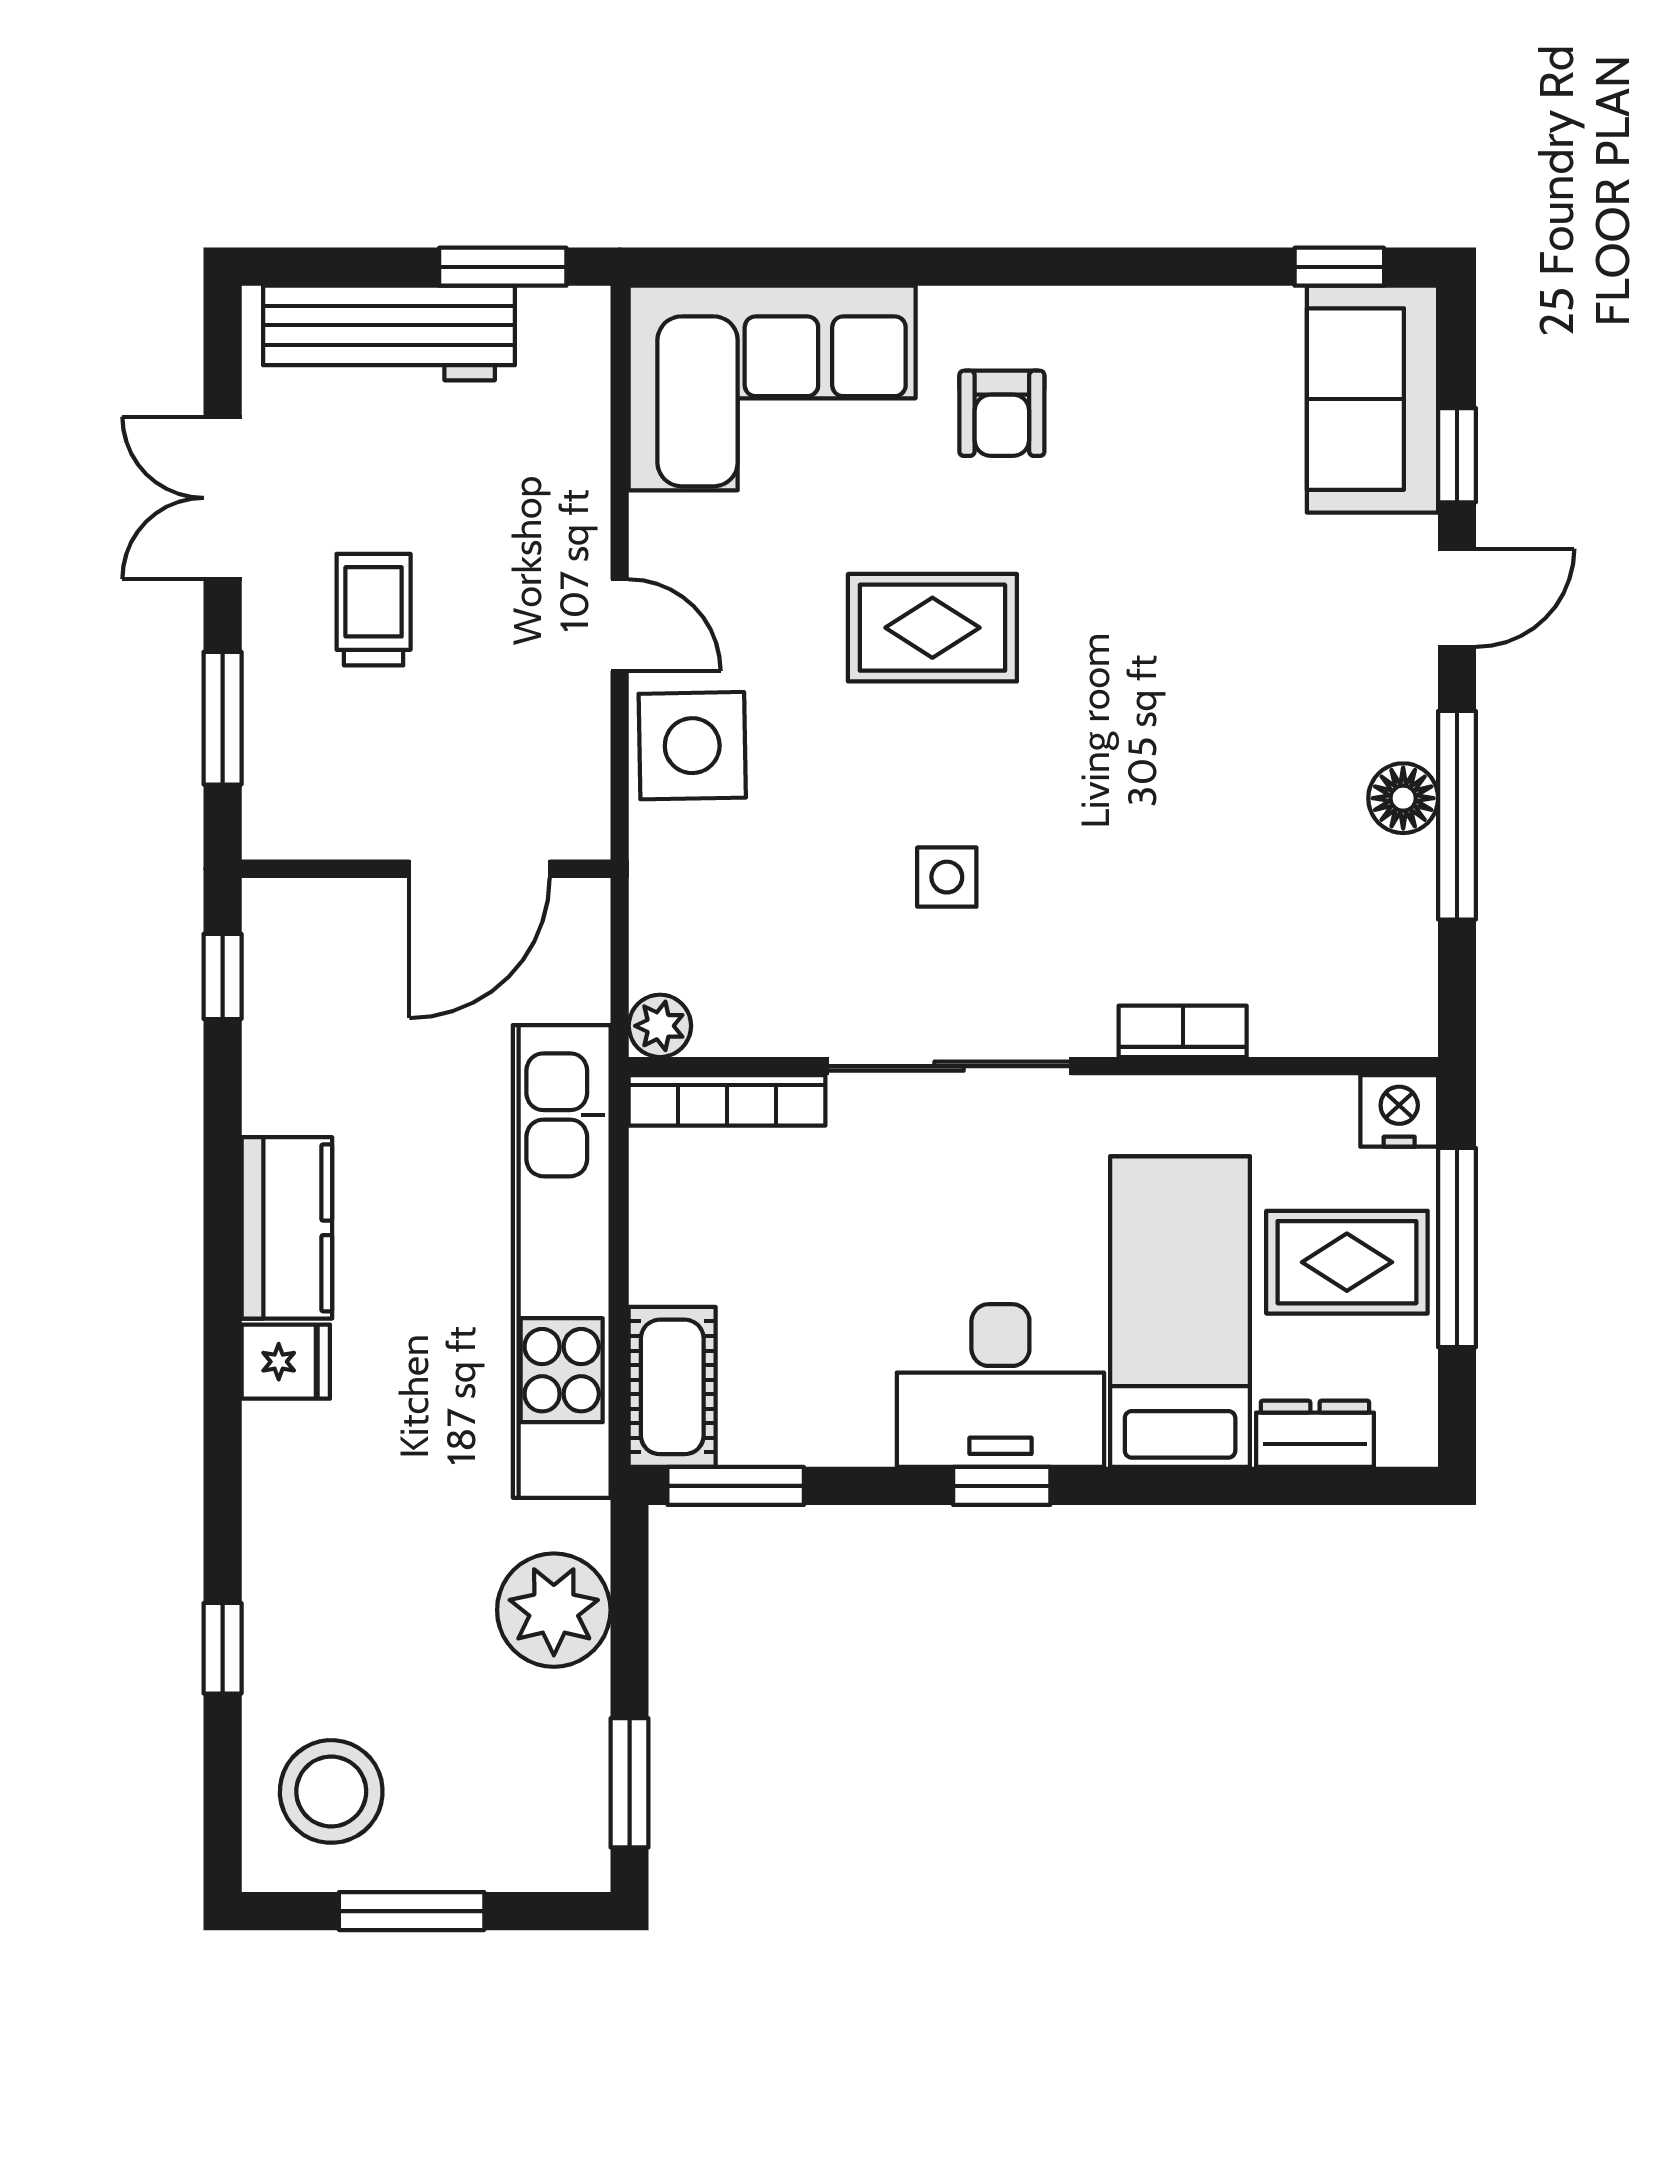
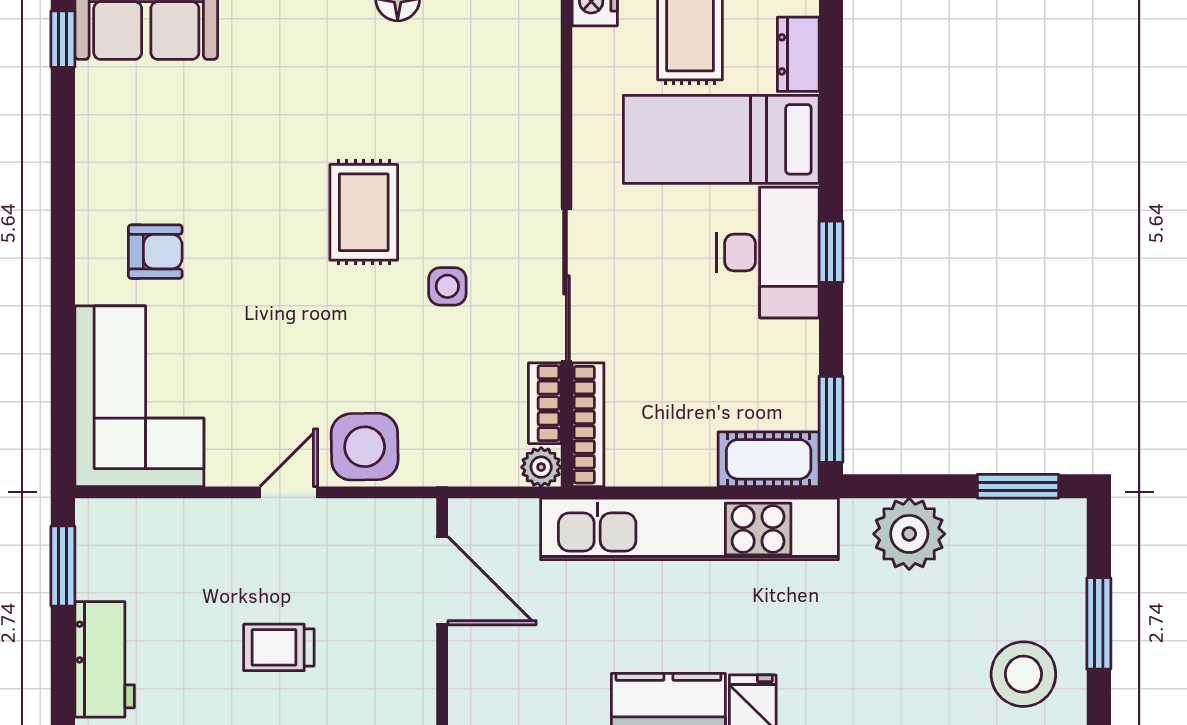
workbench: (389, 333) -> (105, 659), width x0.73
rug: (932, 628) -> (364, 212), moved
bookcase: (1183, 1031) -> (545, 403), moved

